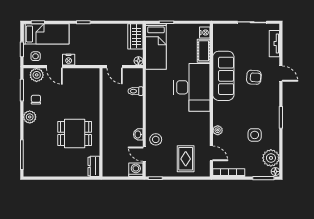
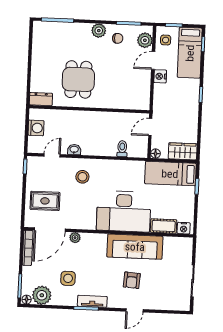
tv unit: (274, 44) -> (92, 301), moved
stool: (156, 139) -> (82, 177), moved
door: (211, 153) -> (50, 230), width x1.88
washing machine: (136, 170) -> (36, 128), moved

